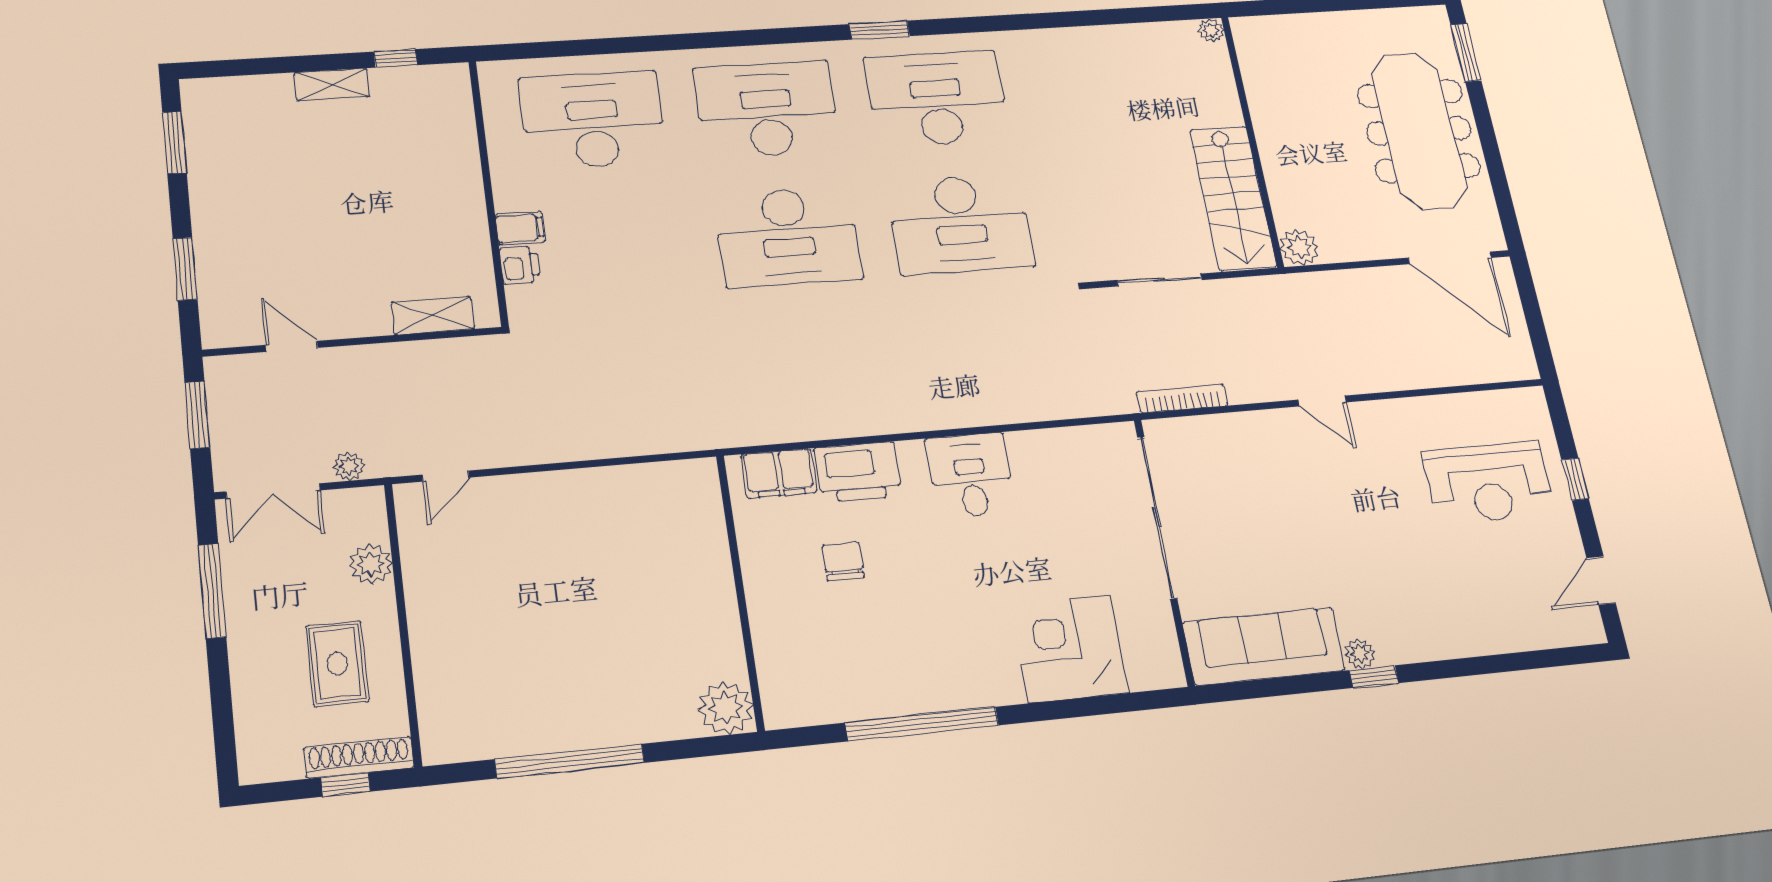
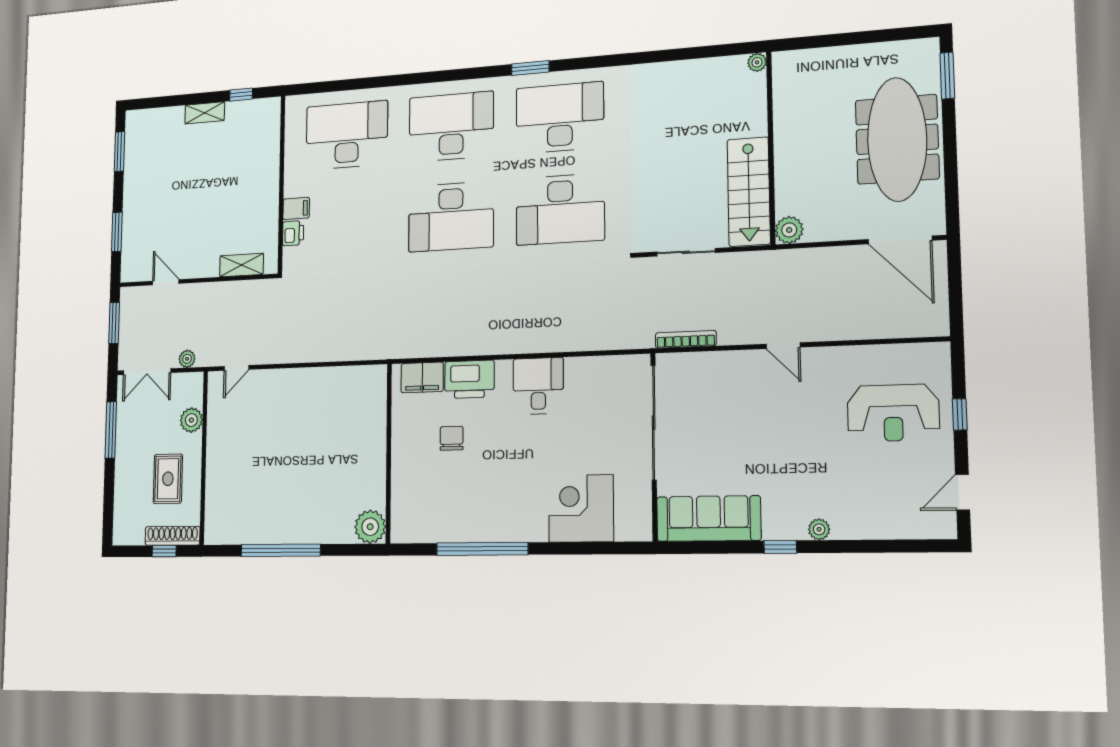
plant: (1360, 654) -> (819, 529), moved

